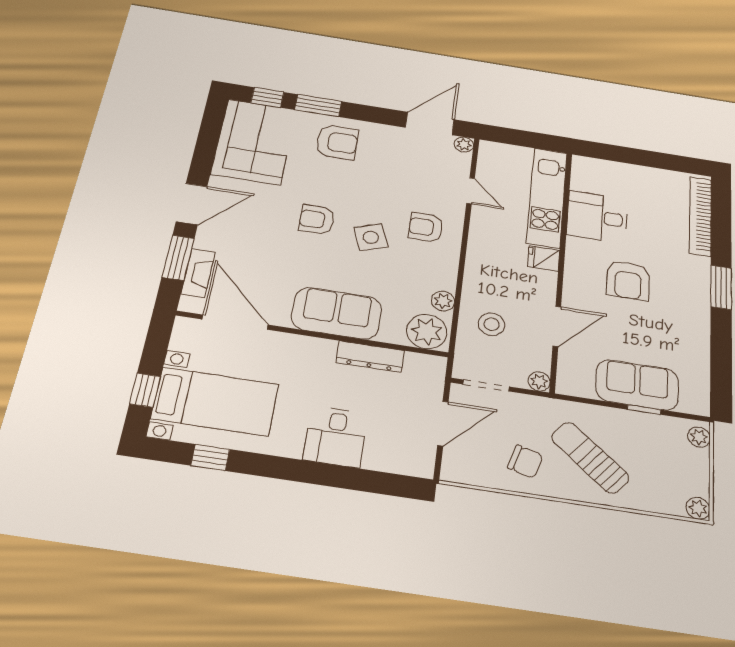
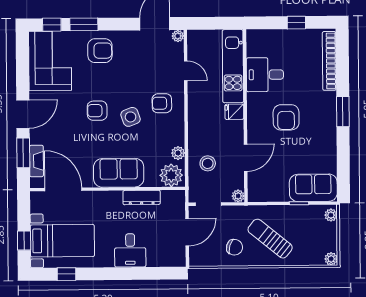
window: (651, 159) -> (296, 23), added
sofa: (637, 385) -> (313, 188), moved

